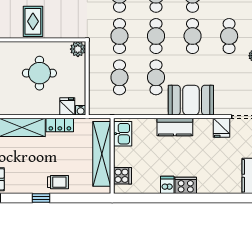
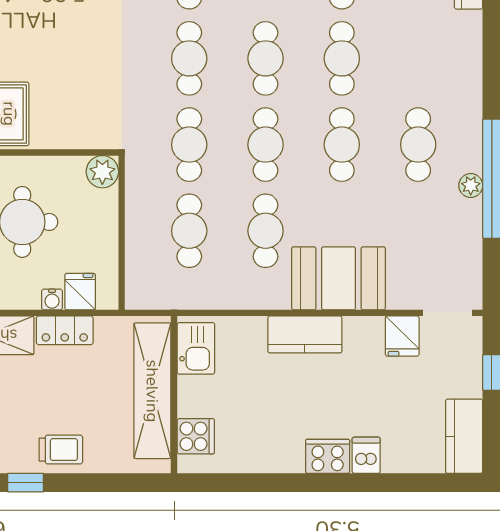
water cooler: (81, 110) -> (52, 299), moved
dishwasher: (167, 185) -> (366, 455), moved

